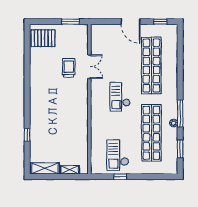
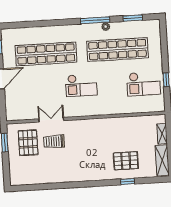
pallet: (43, 38) -> (28, 143), moved
pallet: (47, 134) -> (126, 161), added

